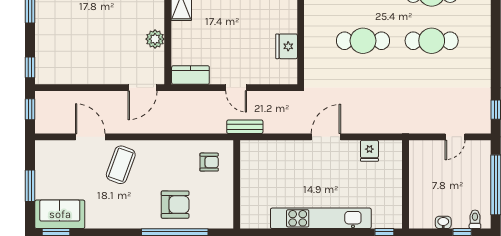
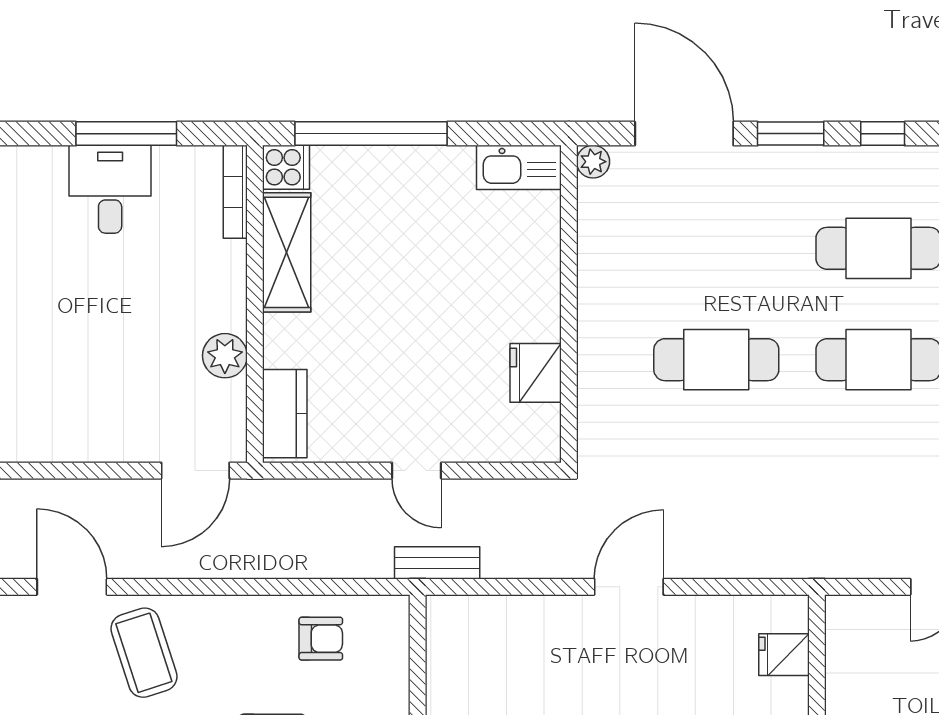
kitchen counter: (190, 75) -> (285, 414), moved, turned 90
fridge: (369, 151) -> (784, 655), moved, turned 90
armchair: (209, 162) -> (321, 639), moved
coffee table: (121, 165) -> (144, 653), turned -38

